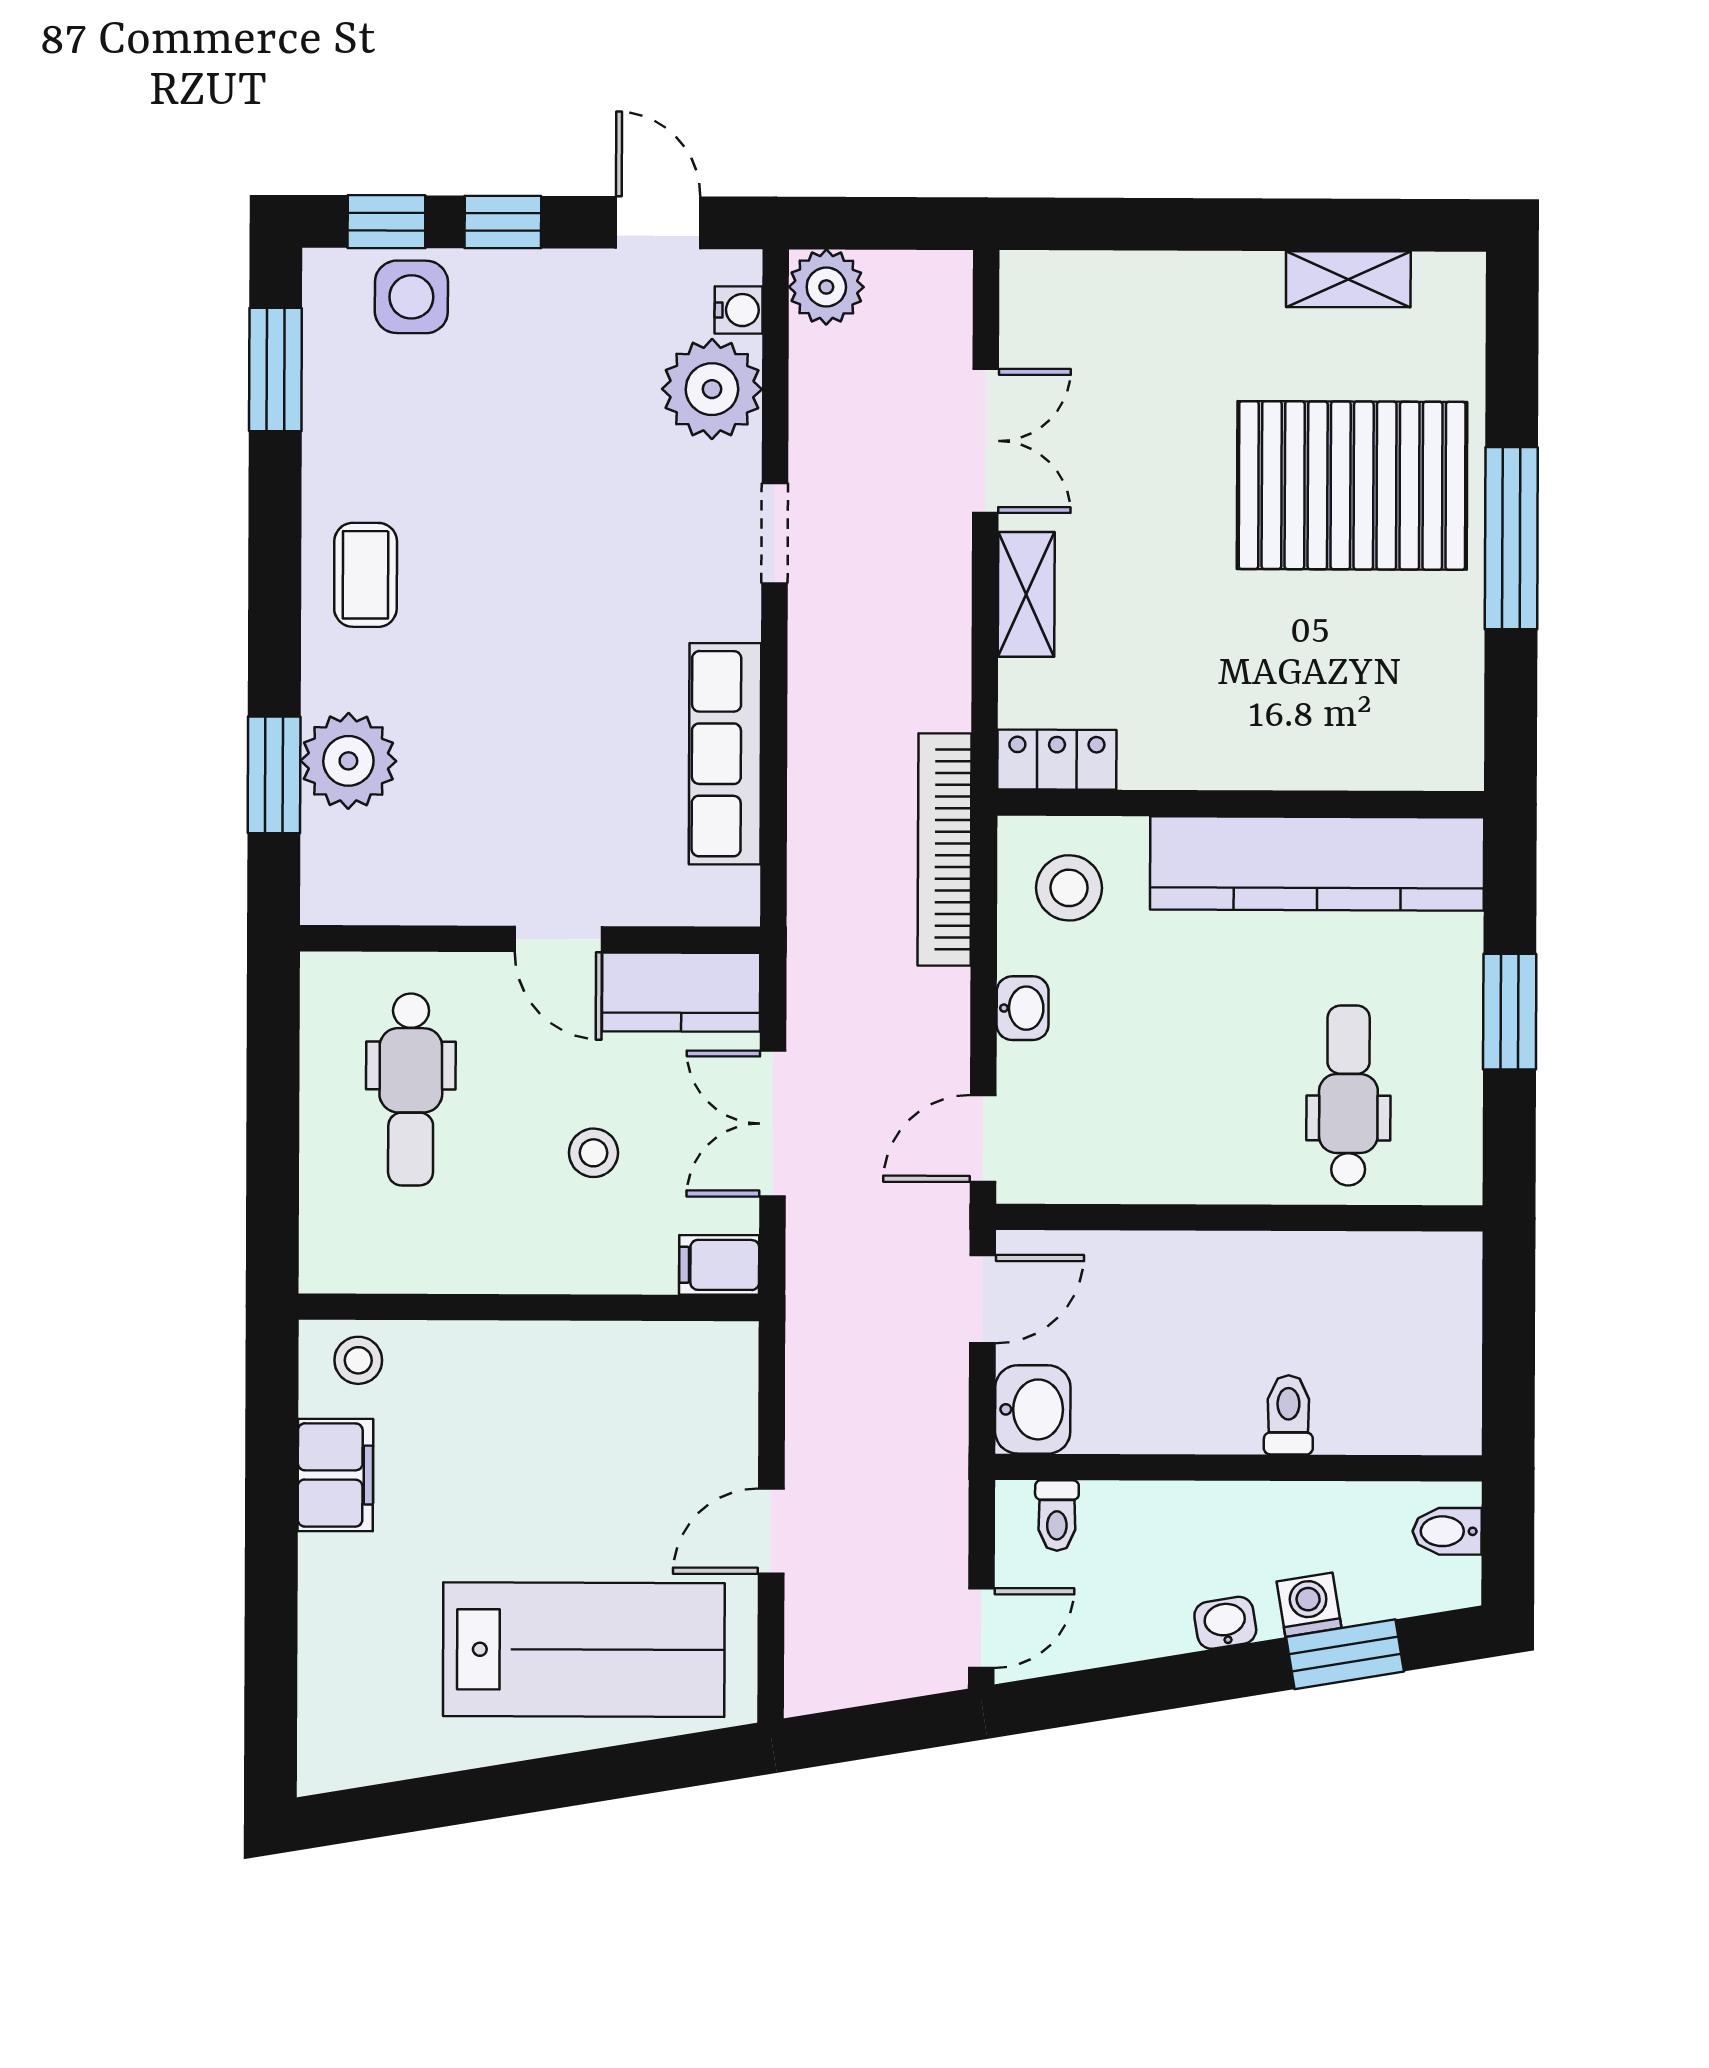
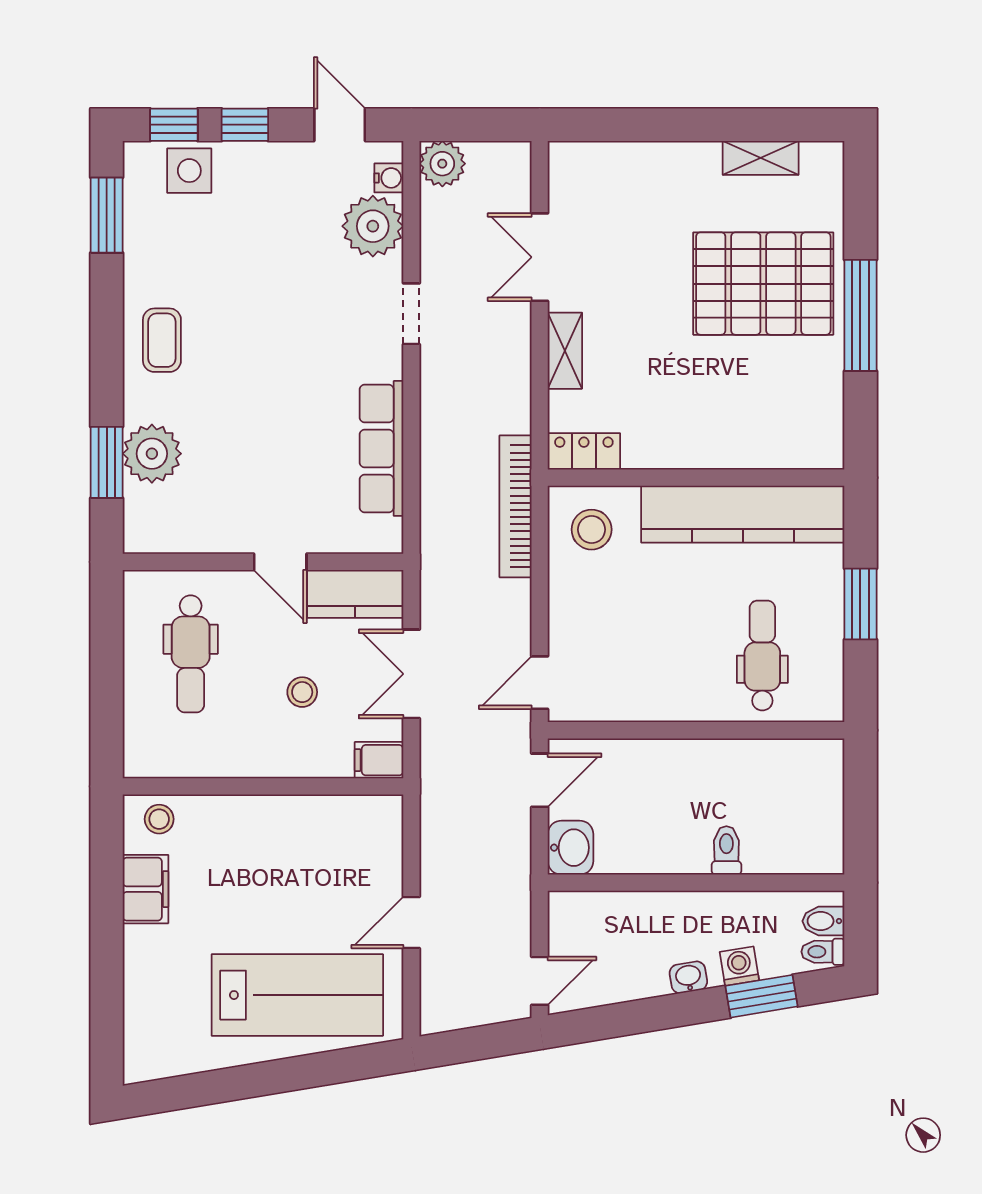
double door: (986, 441) -> (540, 257), swing flipped
washbasin: (1023, 1008) -> (563, 603), removed
toilet: (1057, 1515) -> (823, 952), moved, turned 90

